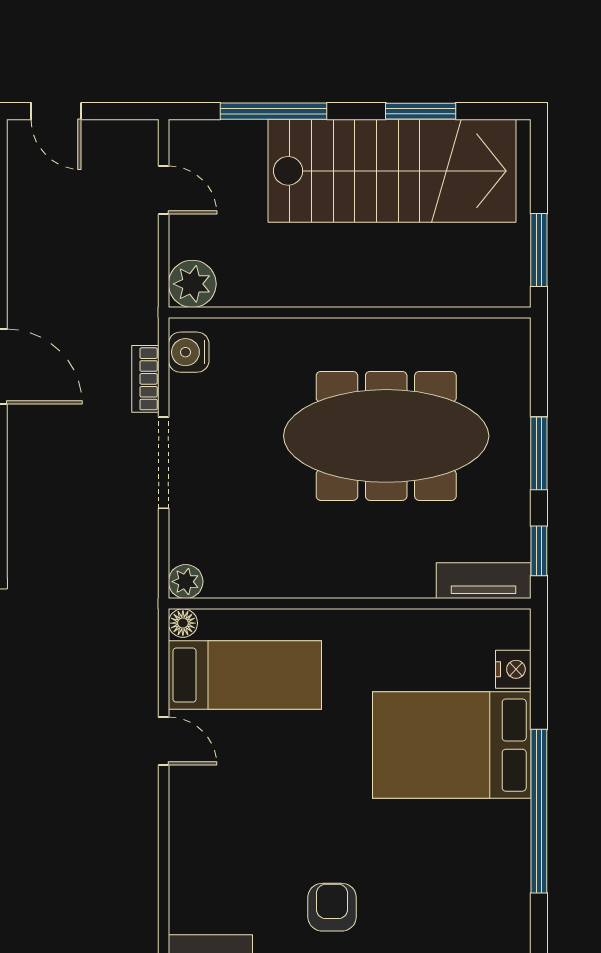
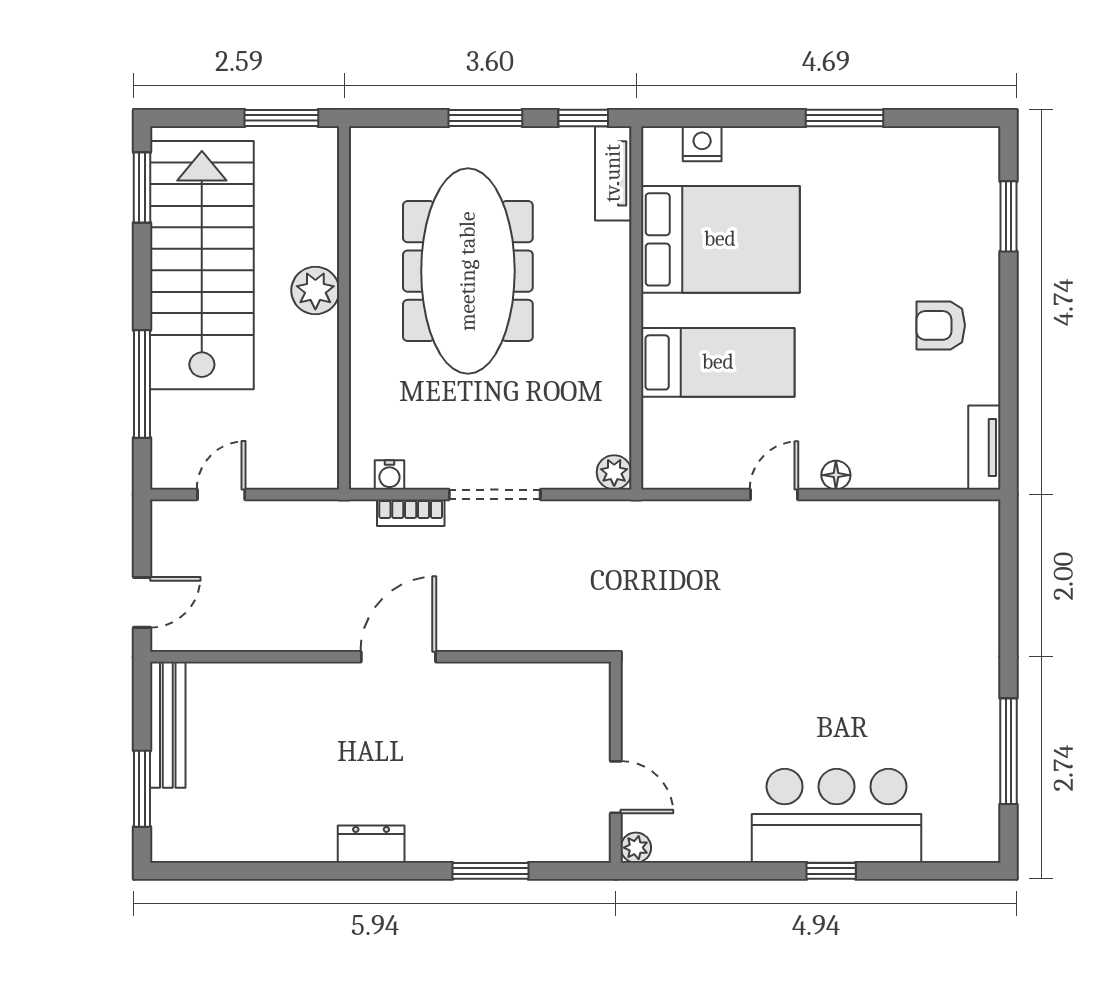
window: (421, 111) -> (142, 188), moved
plant: (192, 284) -> (315, 290), moved
water cooler: (189, 352) -> (389, 475), width x0.72, depth x0.72
floor lamp: (183, 623) -> (836, 475), moved
bed: (245, 675) -> (718, 362), moved, turned 90
bed: (452, 745) -> (720, 239), moved, turned -90
window: (539, 811) -> (844, 118), width x0.47

